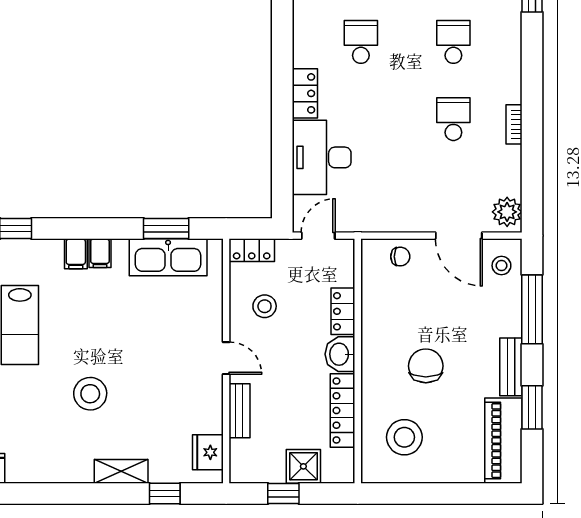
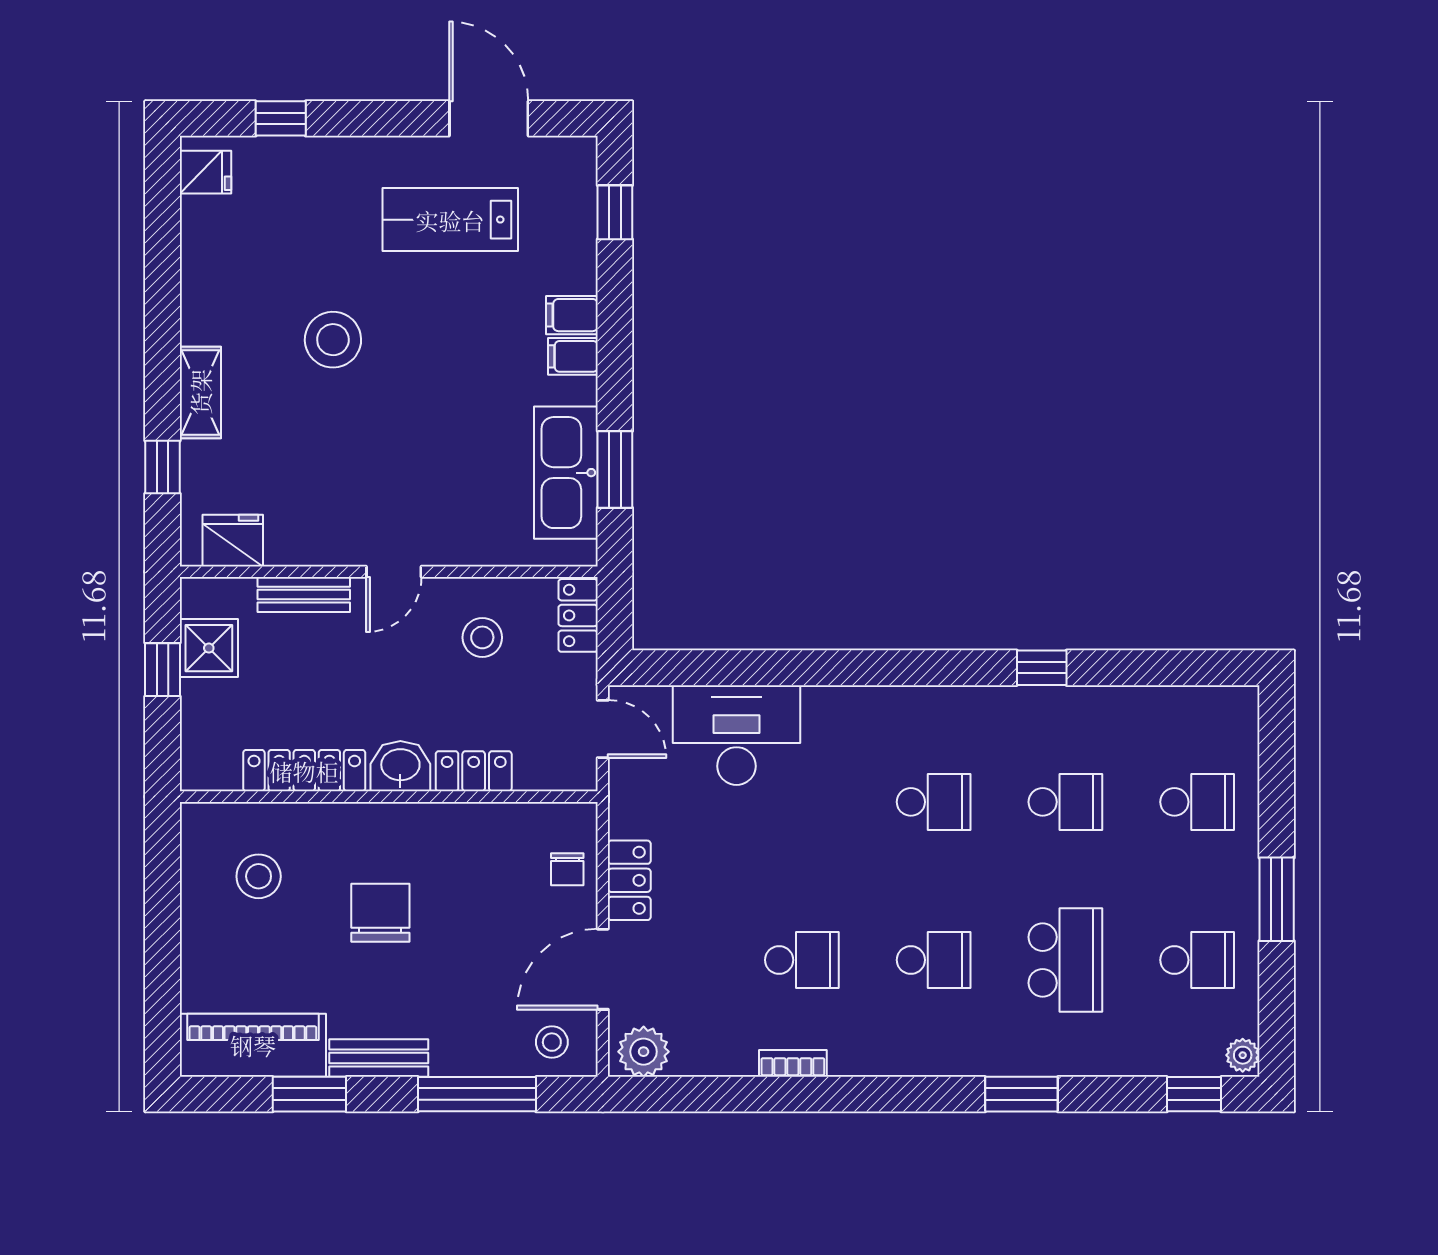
locker: (305, 93) -> (629, 880), moved, turned -90
chair: (426, 366) -> (380, 913), turned -90
stool: (404, 437) -> (259, 876), width x0.73, depth x0.73
shower: (303, 466) -> (209, 648), moved

